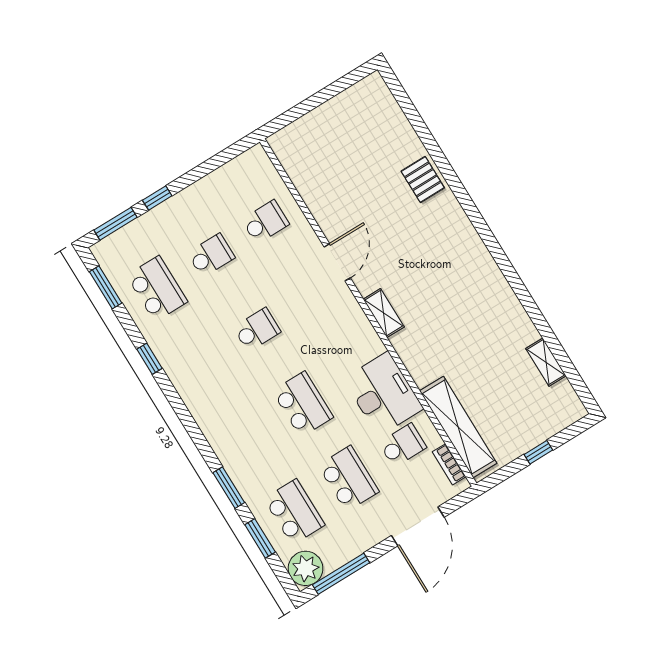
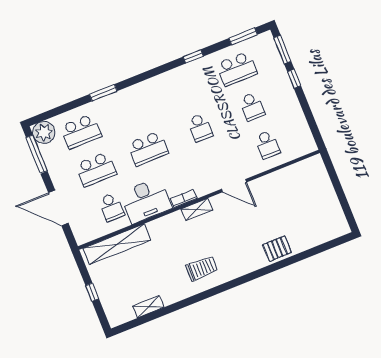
trolley: (473, 290) -> (202, 268), added
bookcase: (449, 464) -> (184, 199), moved
window: (260, 538) -> (68, 107), removed

